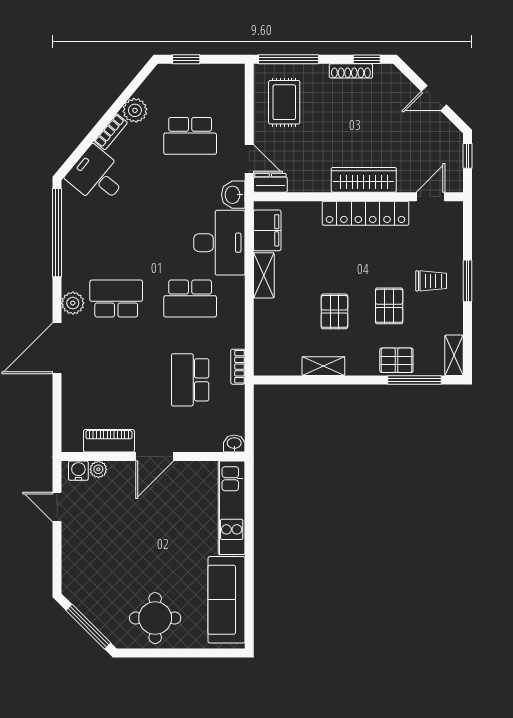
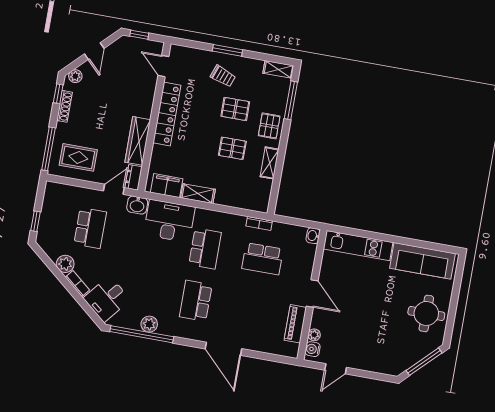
plant: (395, 78) -> (75, 76), added
wardrobe: (364, 180) -> (138, 141), moved
trolley: (431, 281) -> (223, 76), turned 110
plant: (73, 303) -> (149, 324), moved
pallet: (396, 360) -> (269, 126), moved

